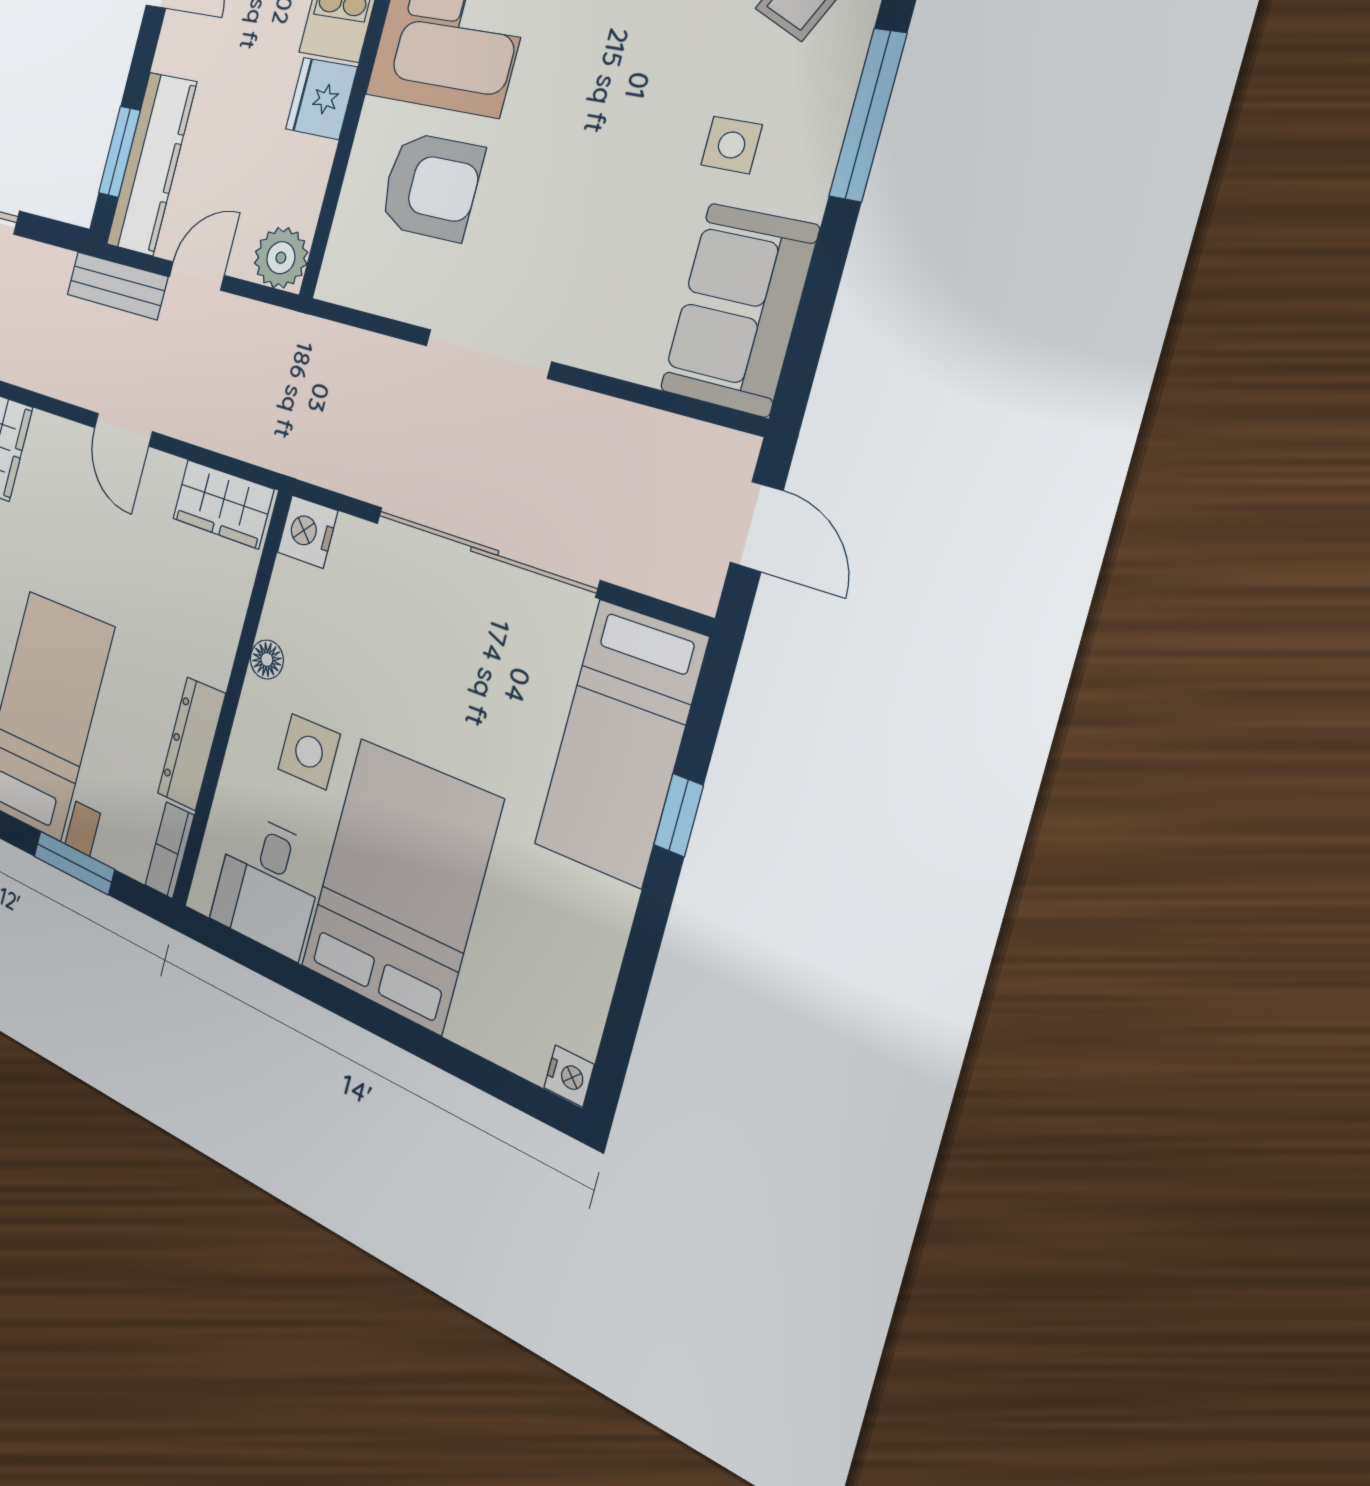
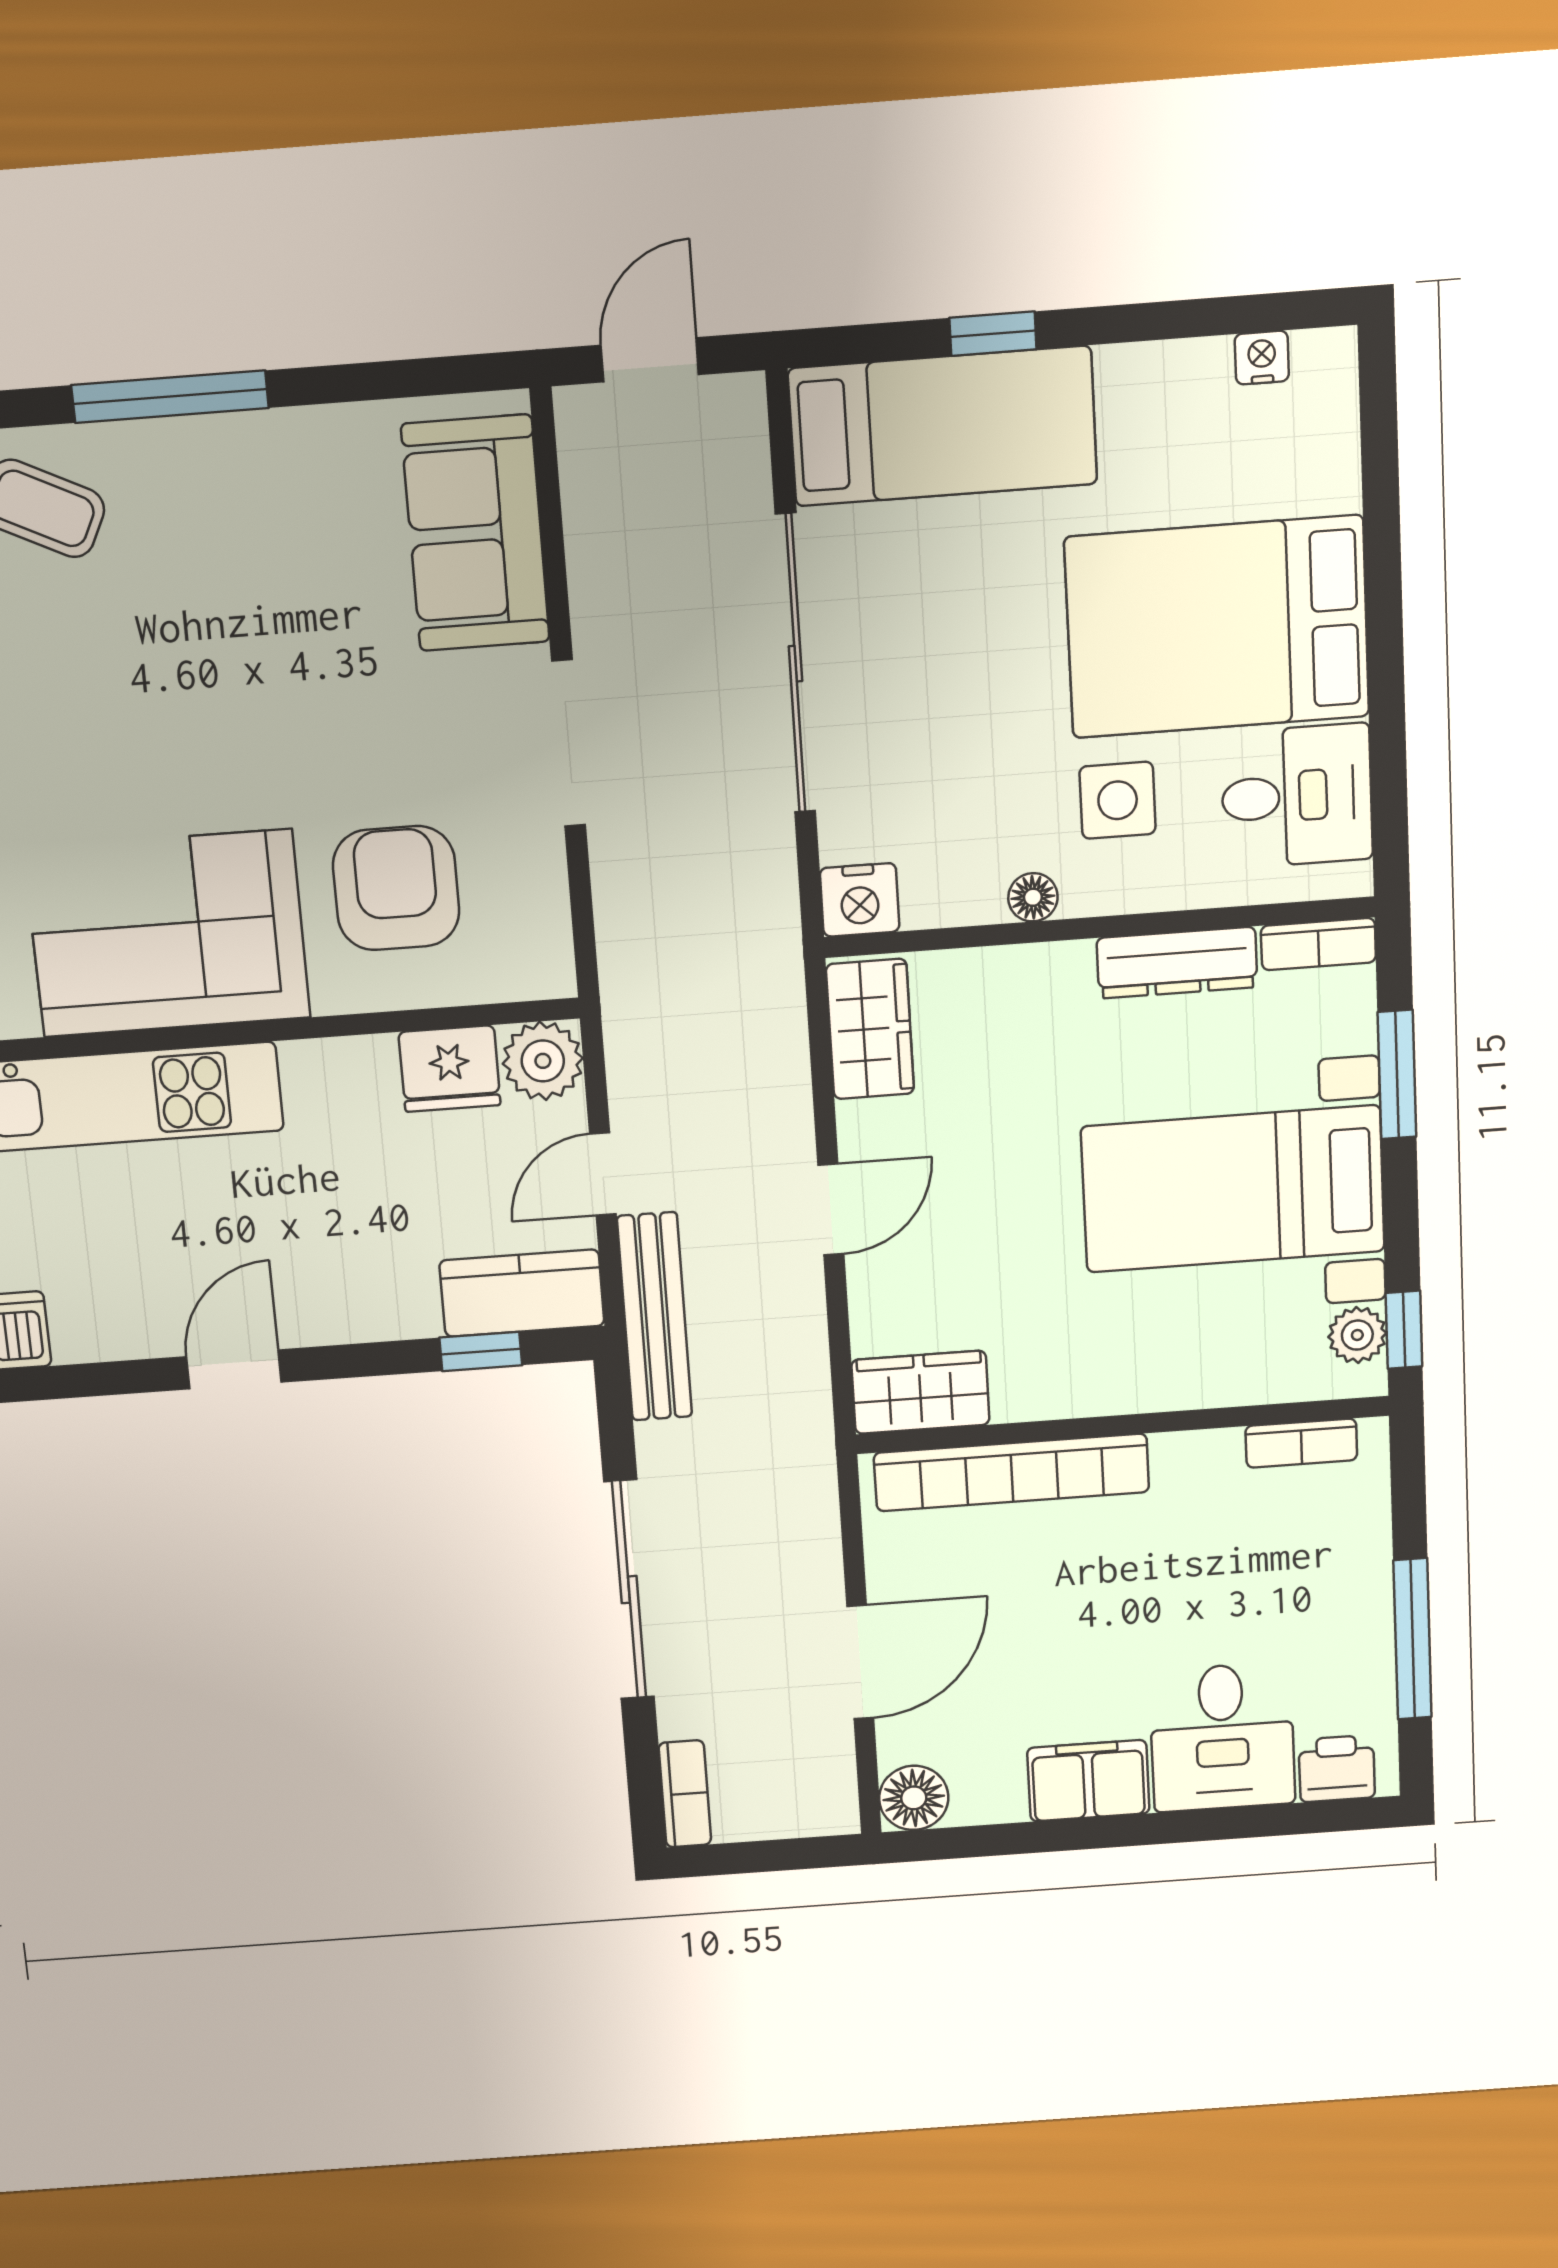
fridge: (321, 98) -> (450, 1069), moved
side table: (732, 145) -> (244, 536), removed
window: (119, 152) -> (481, 1351), width x0.67
kitchen counter: (151, 164) -> (522, 1293), width x0.67
door: (197, 276) -> (603, 1174), hinge flipped
bench: (117, 286) -> (655, 1317), width x1.36
sofa: (739, 309) -> (476, 533), moved, turned 90
nightstand: (569, 1076) -> (1262, 358), moved

